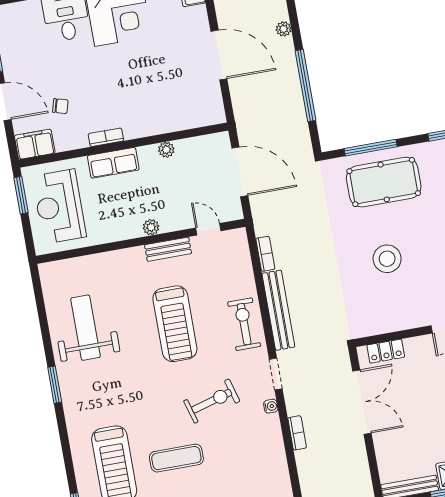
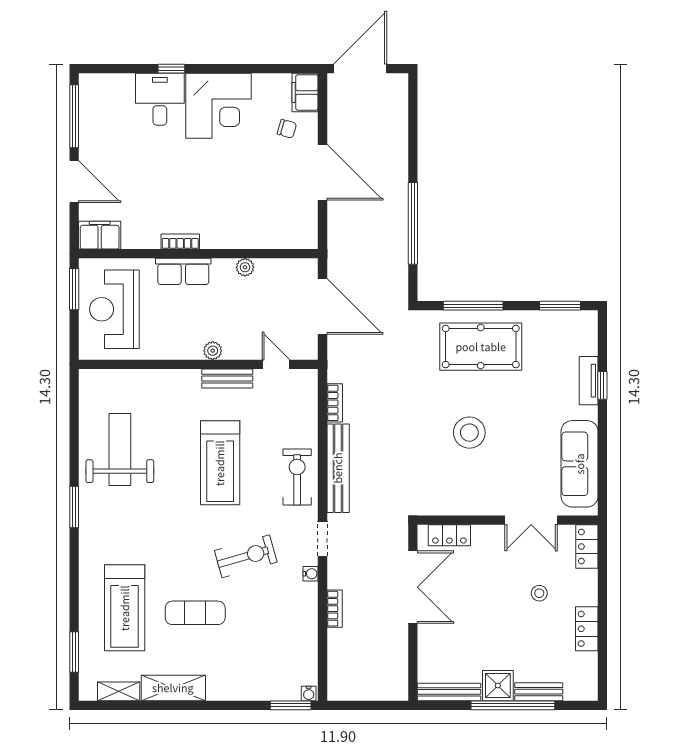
plant: (284, 29) -> (400, 156), removed
chair: (60, 106) -> (287, 129), moved

